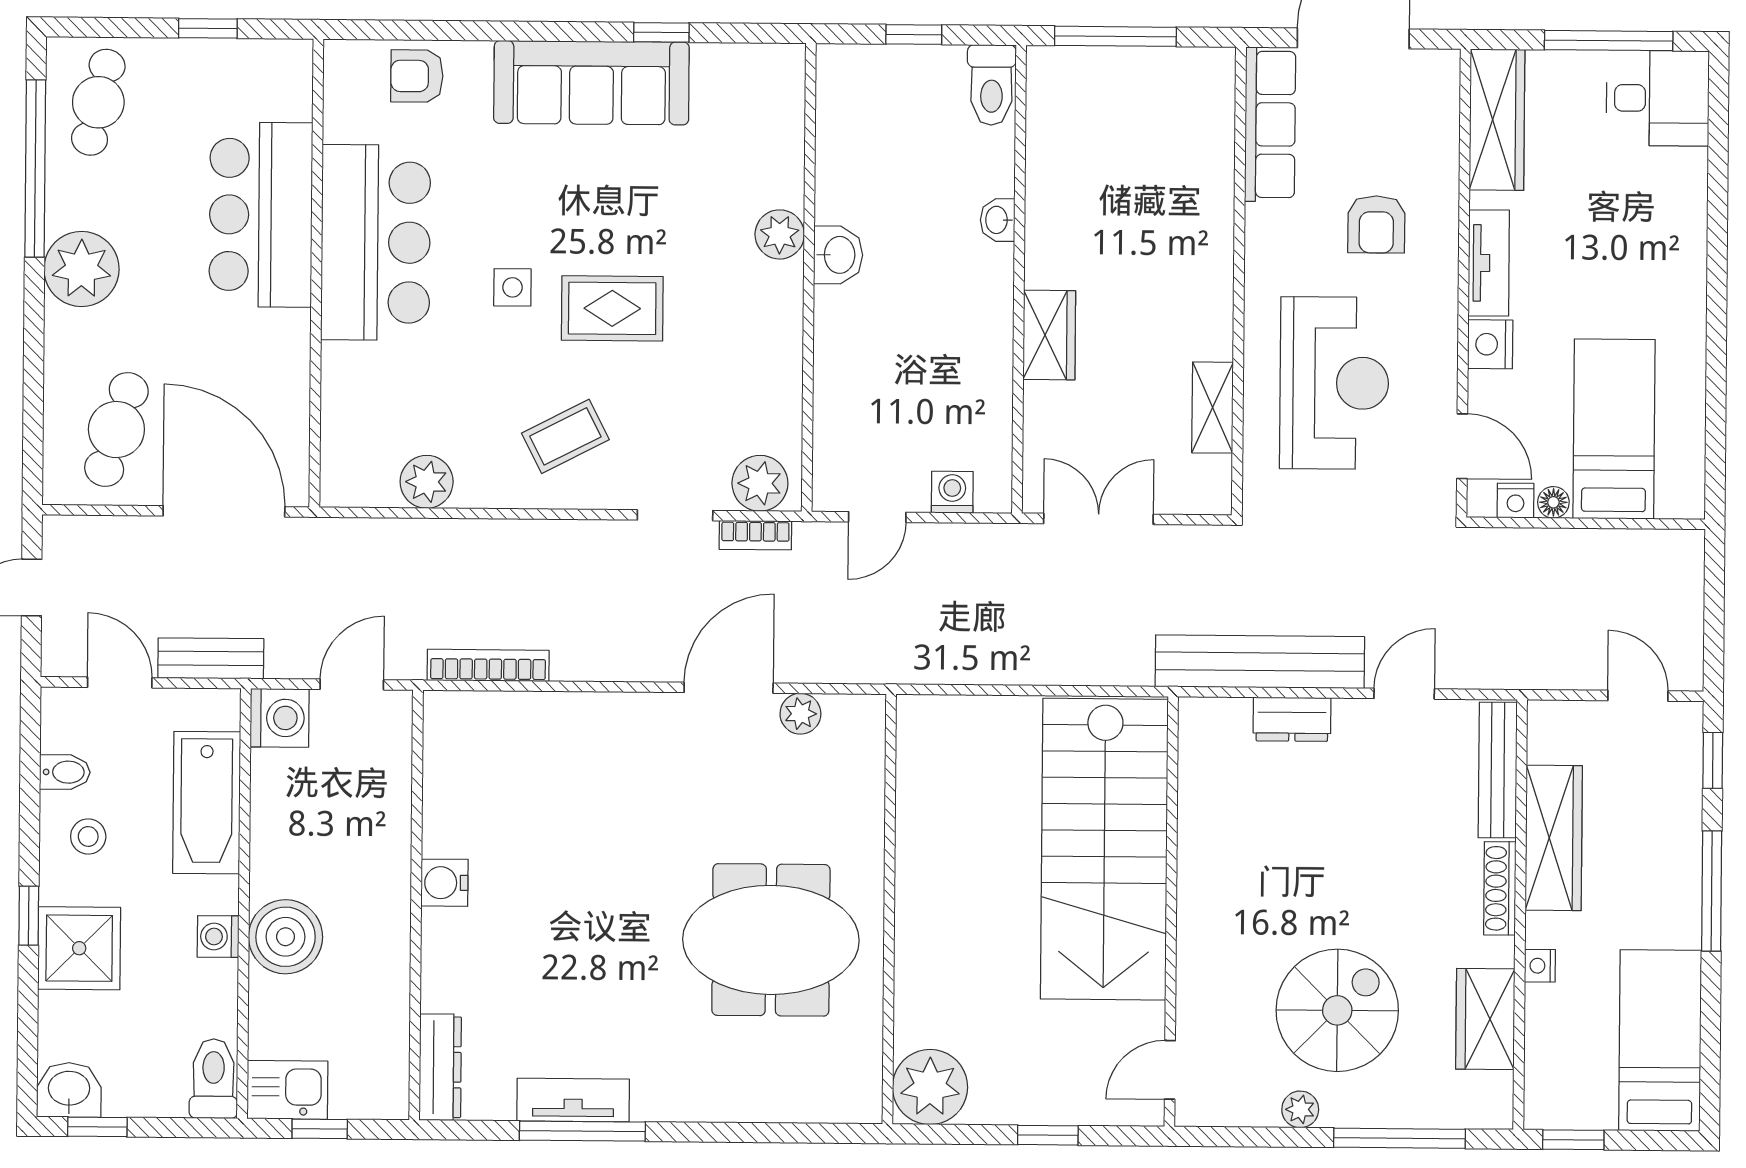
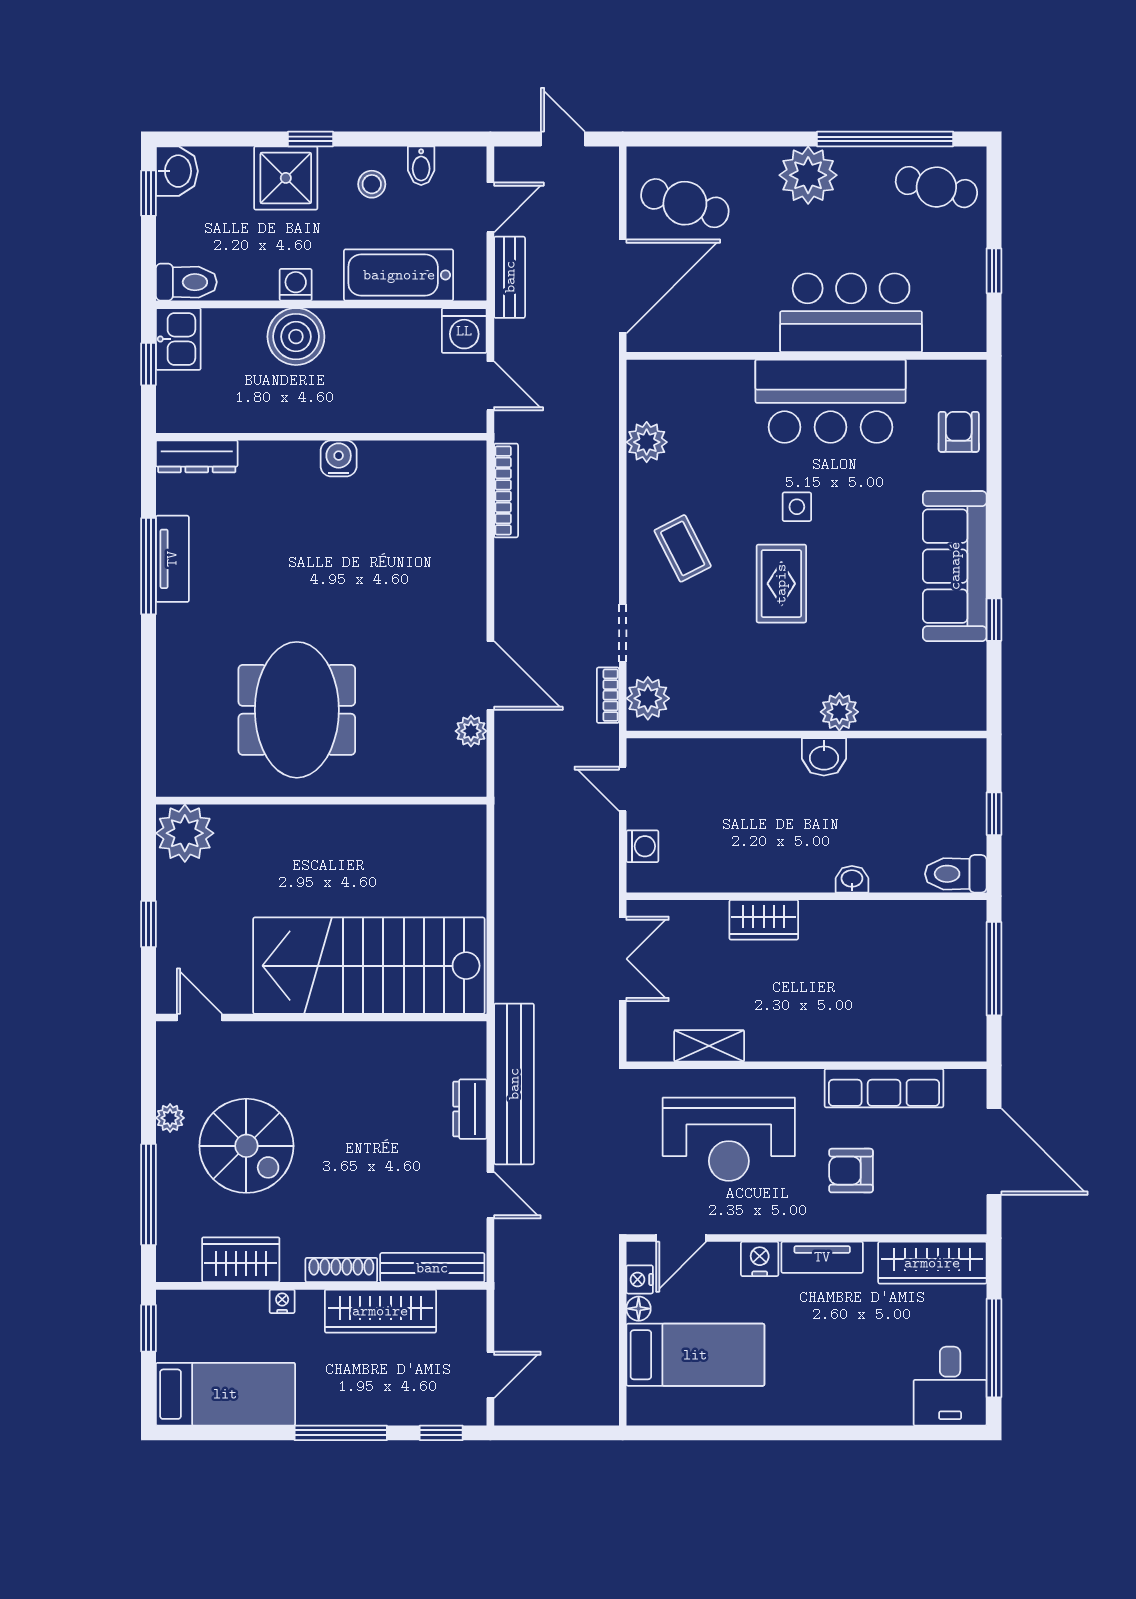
row of seats: (1270, 124) -> (884, 1088), moved

